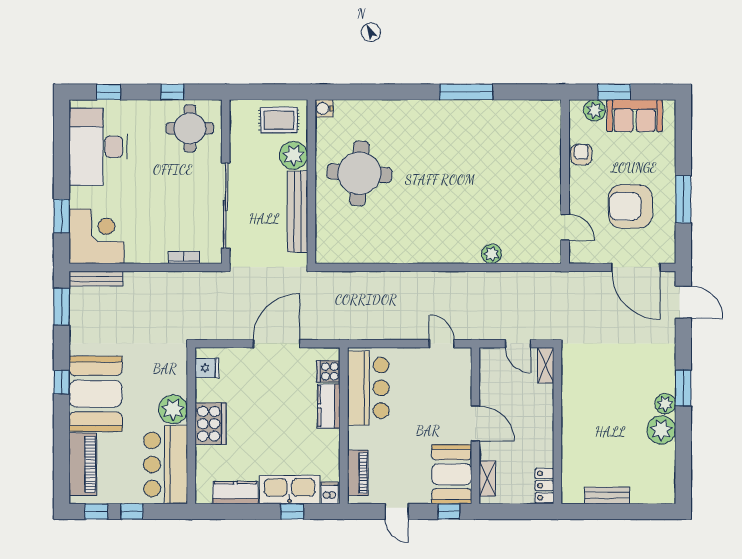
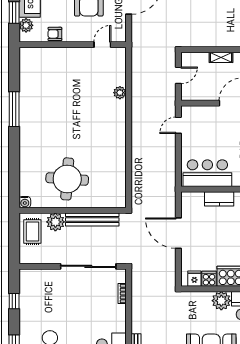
round table: (190, 128) -> (38, 290), removed
shelving: (546, 365) -> (221, 57), moved
cooker: (328, 371) -> (209, 279), moved, turned 180

